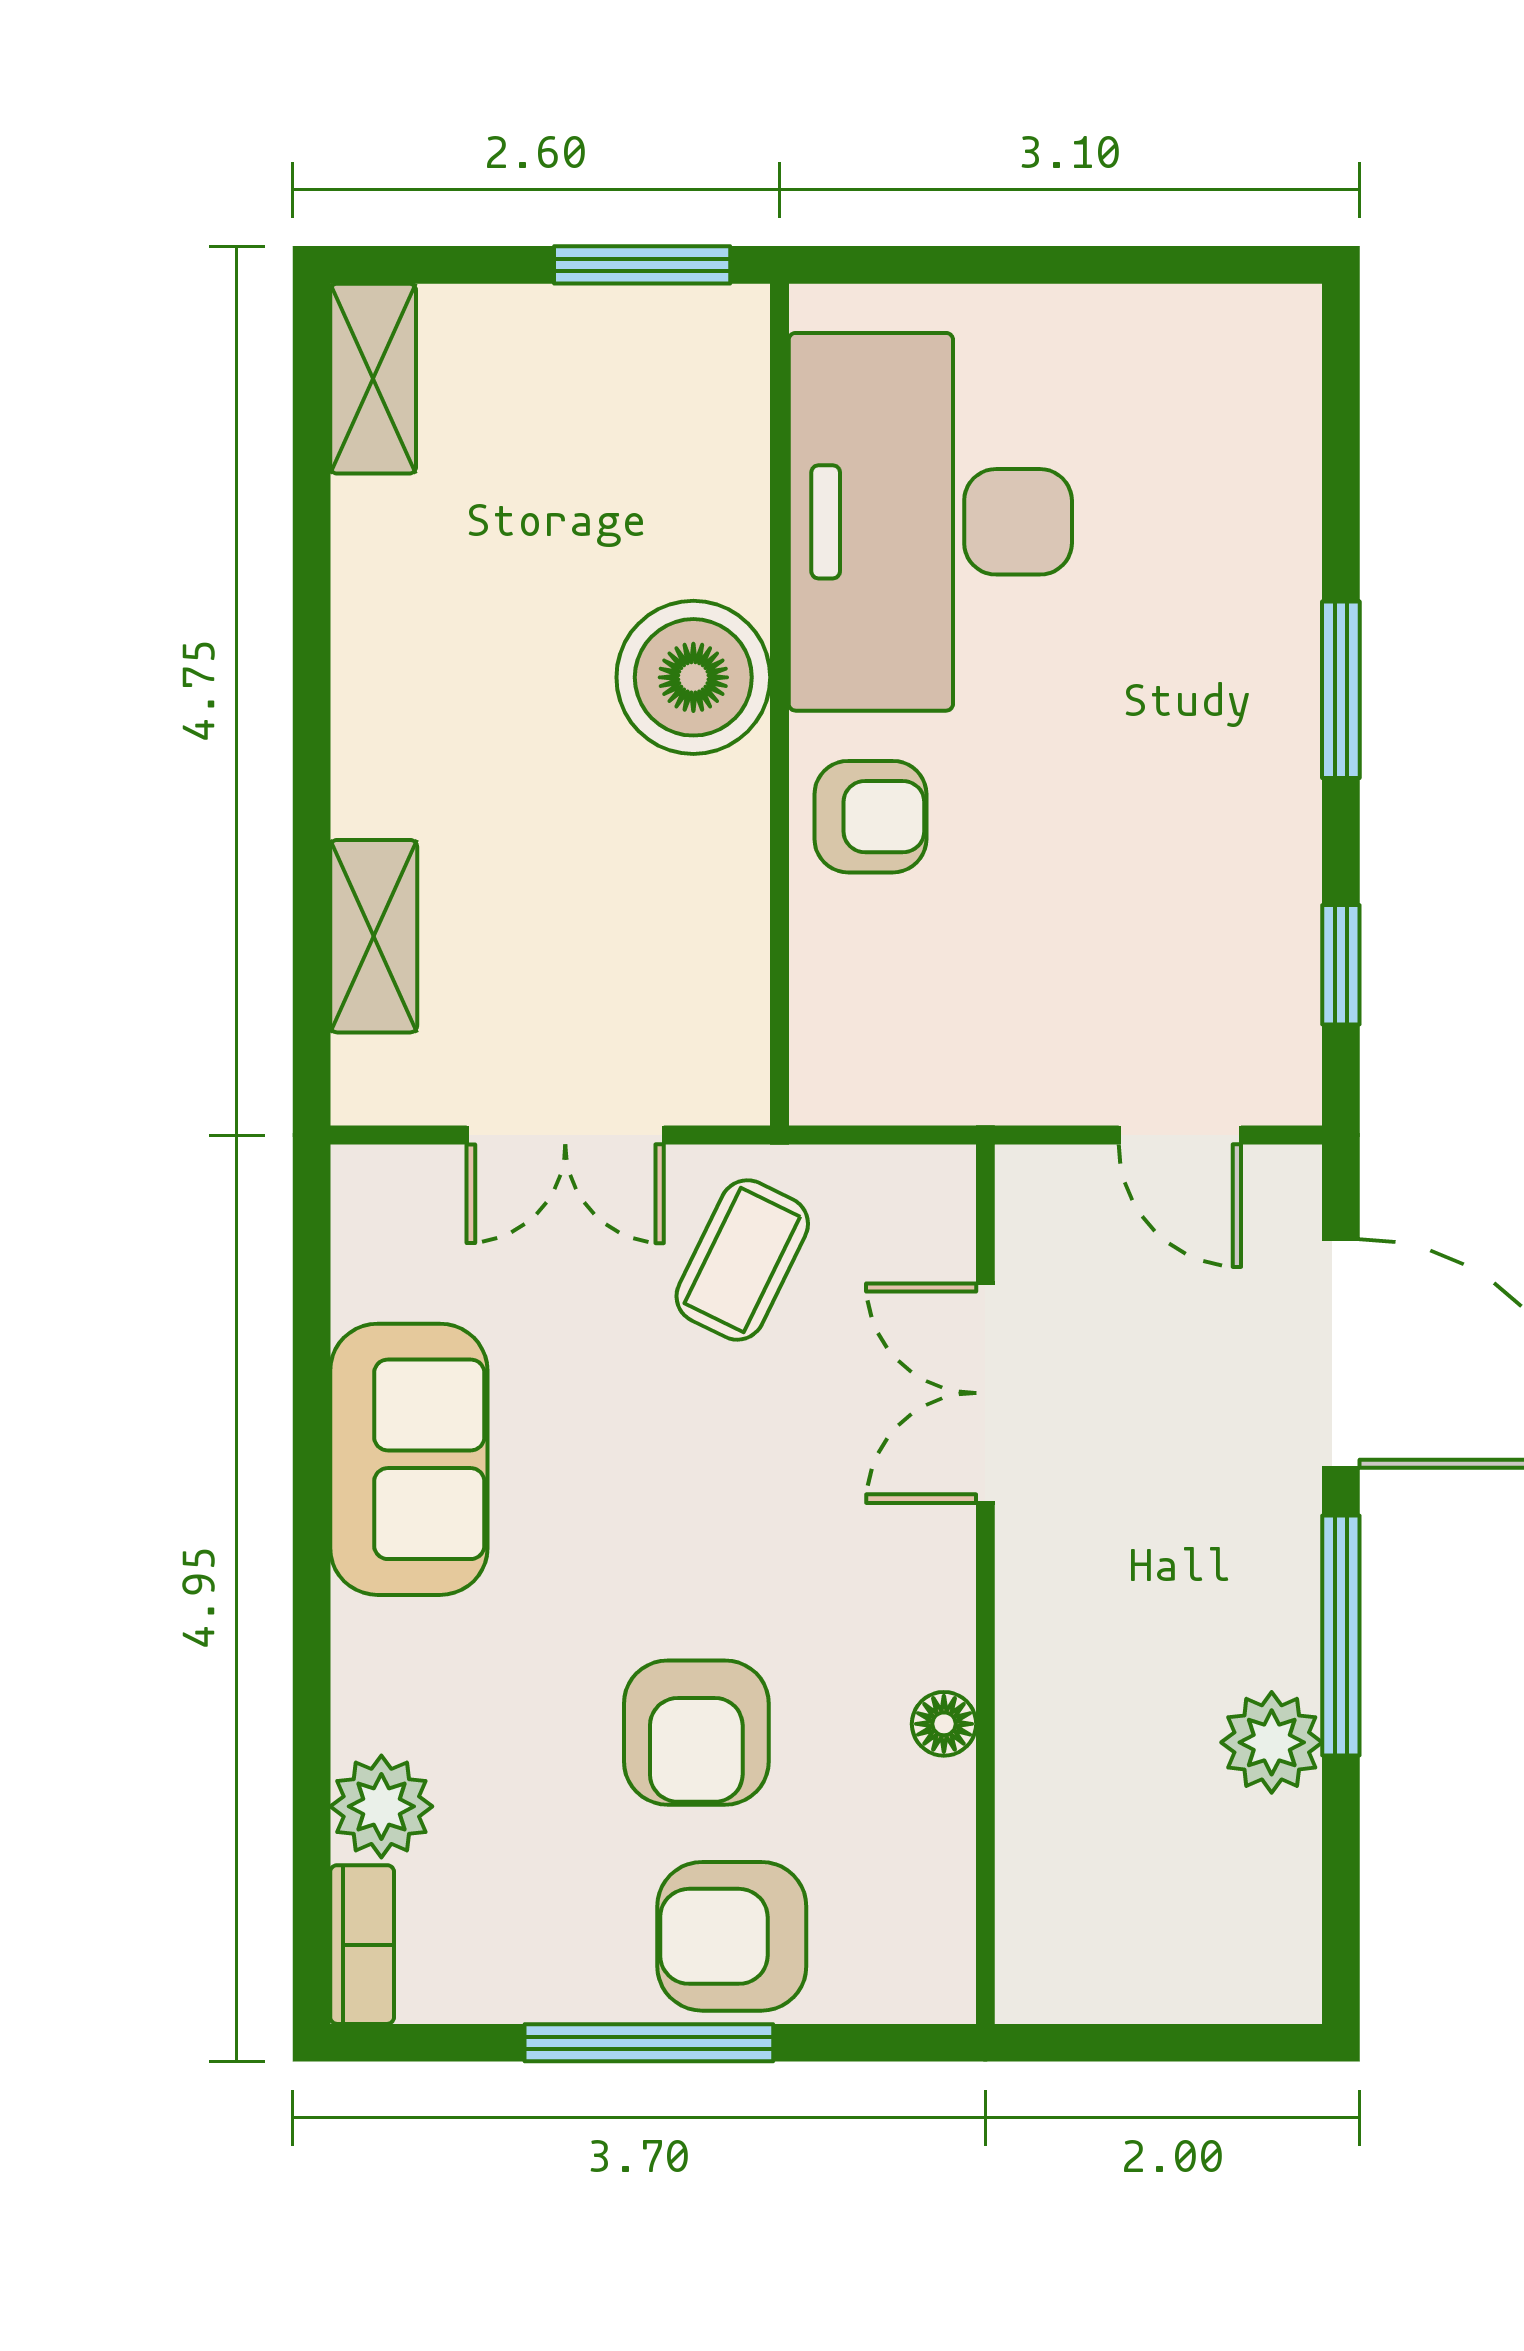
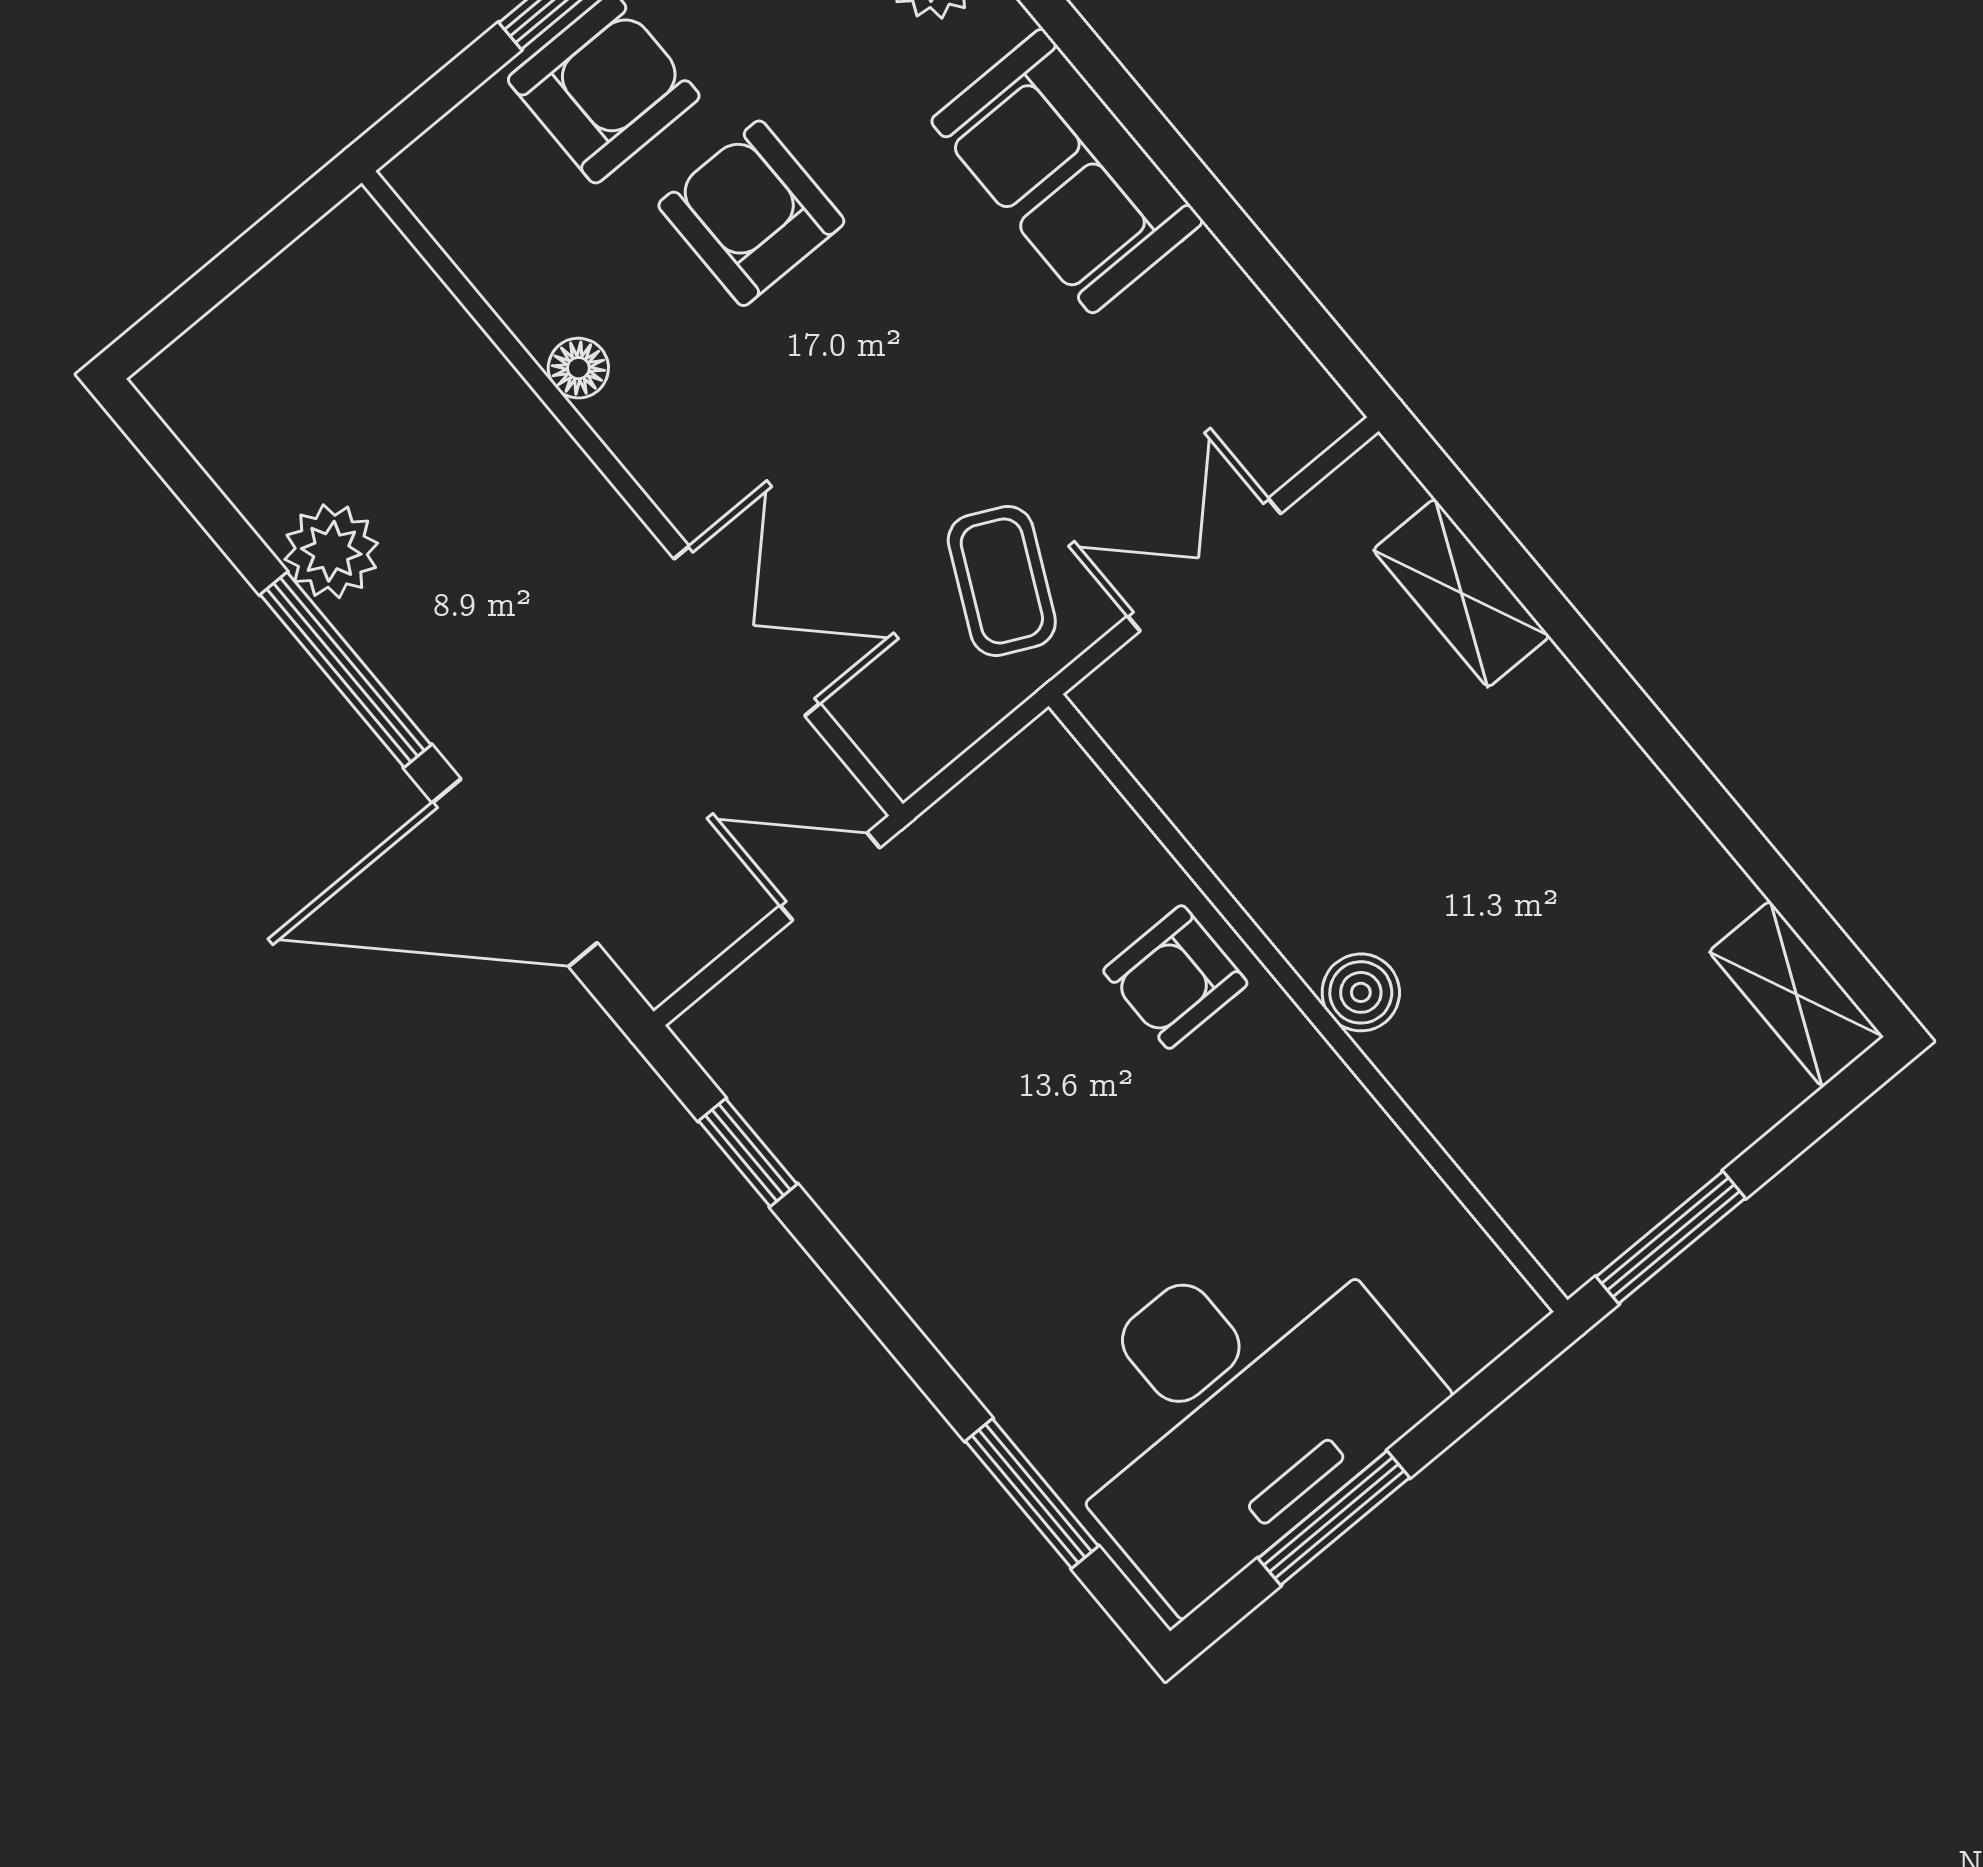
window: (1110, 265) -> (1334, 1518), added
desk: (930, 522) -> (1233, 1406), moved, turned 90
boiler: (693, 677) -> (1361, 992), width x0.54, depth x0.54
window: (1341, 690) -> (1032, 1494), moved
door: (1180, 1135) -> (830, 877), moved
sofa: (409, 1459) -> (1067, 171), moved

